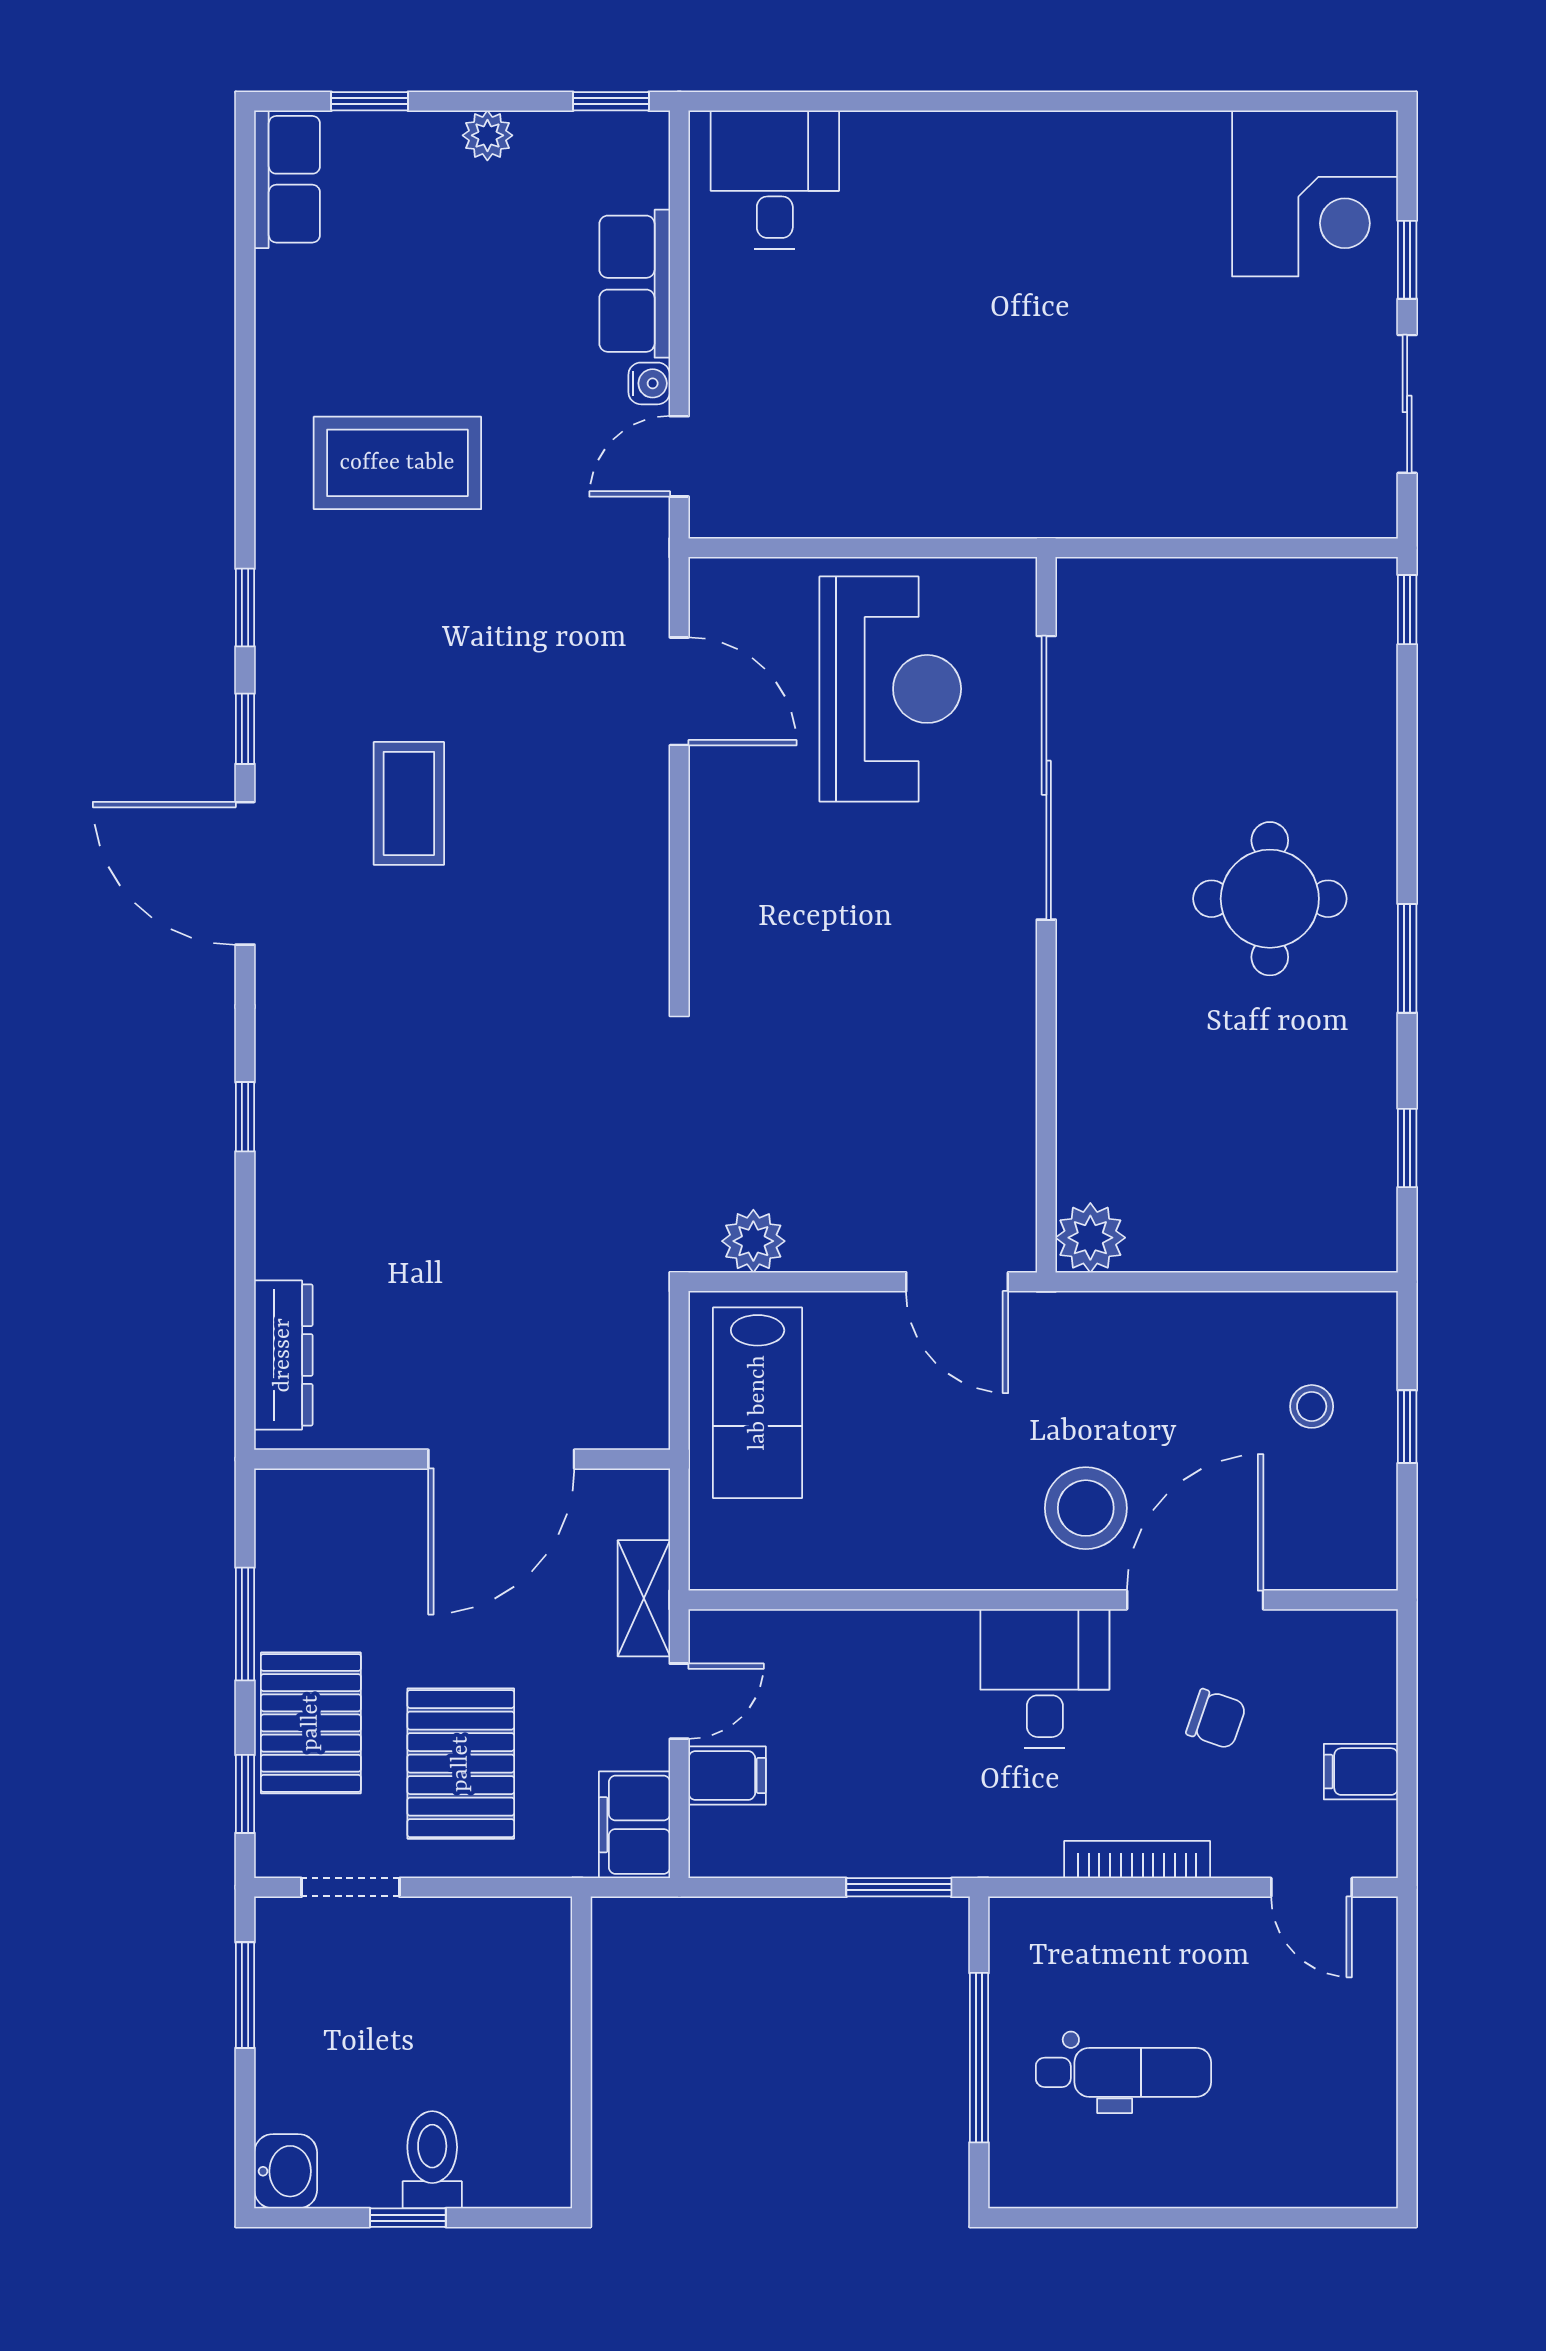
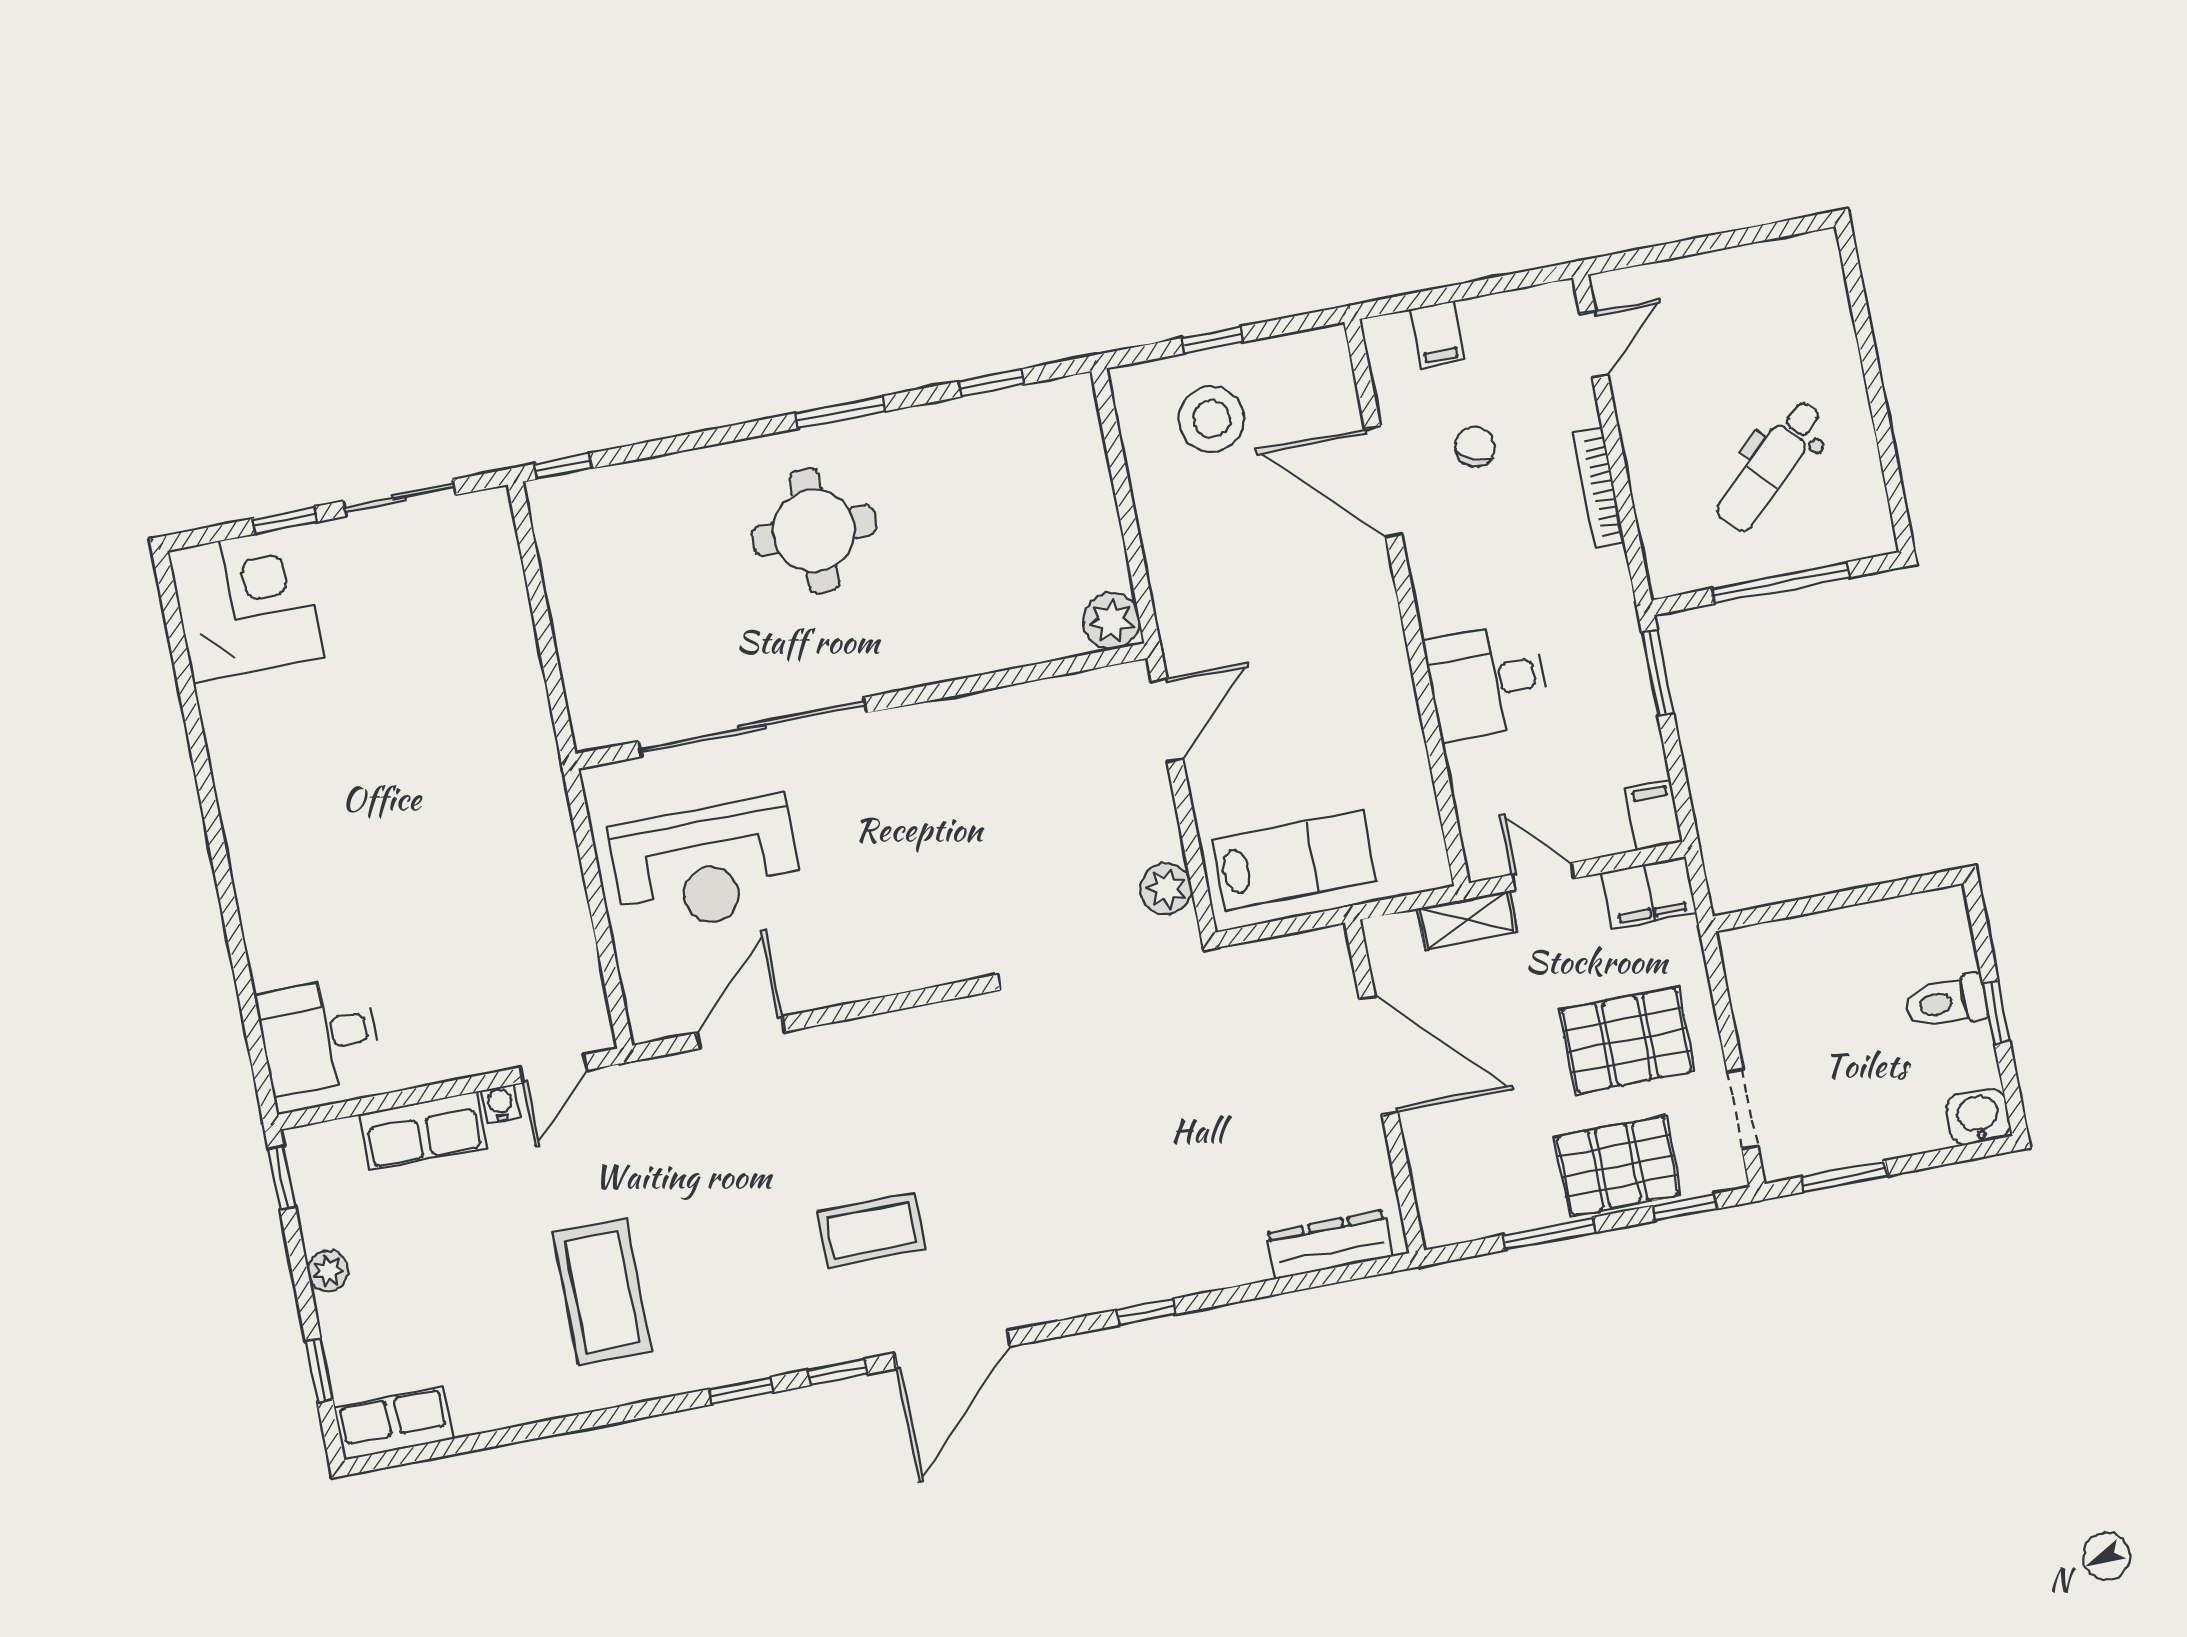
door: (679, 456) -> (554, 1069), hinge flipped
reception desk: (890, 689) -> (706, 865), turned 180
stool: (1312, 1406) -> (1211, 419), width x1.89, depth x1.89
stool: (1086, 1508) -> (1327, 583), removed
desk: (1045, 1679) -> (1487, 682), moved
filing cabinet: (1361, 1772) -> (1437, 334), moved
filing cabinet: (727, 1775) -> (1654, 815), moved
dental chair: (1123, 2072) -> (1770, 466), turned -134

